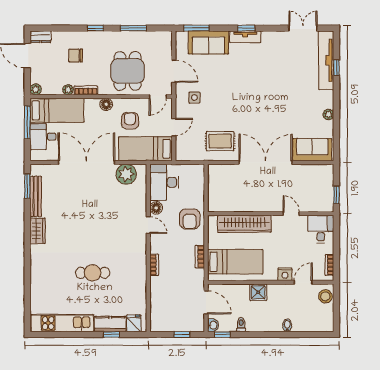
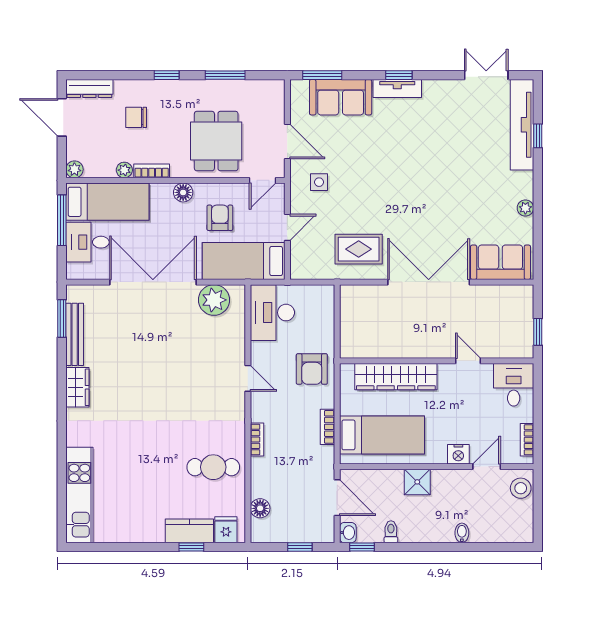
dresser: (41, 37) -> (89, 88), width x1.44
floor lamp: (156, 208) -> (260, 508), moved
cafe table: (93, 273) -> (213, 467), moved
kitchen unit: (62, 323) -> (79, 495), moved, turned 90

